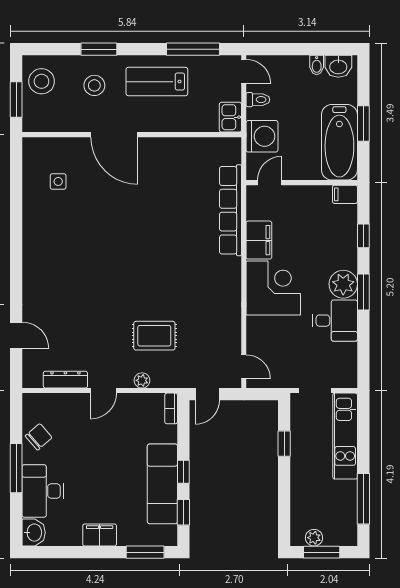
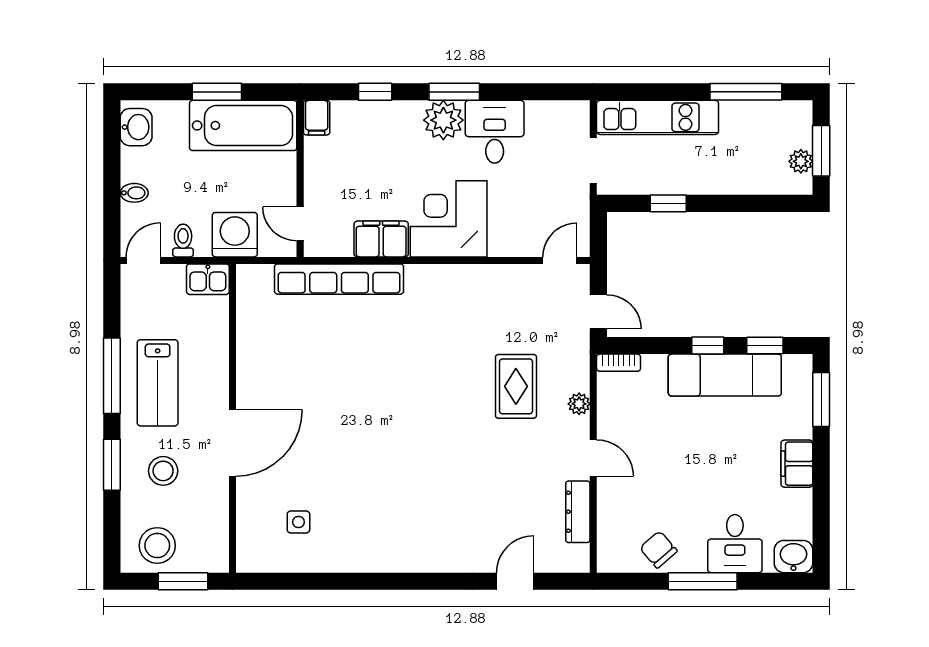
window: (193, 49) -> (112, 376), moved
bidet: (317, 65) -> (134, 193), moved
desk: (43, 491) -> (735, 544), width x0.73

